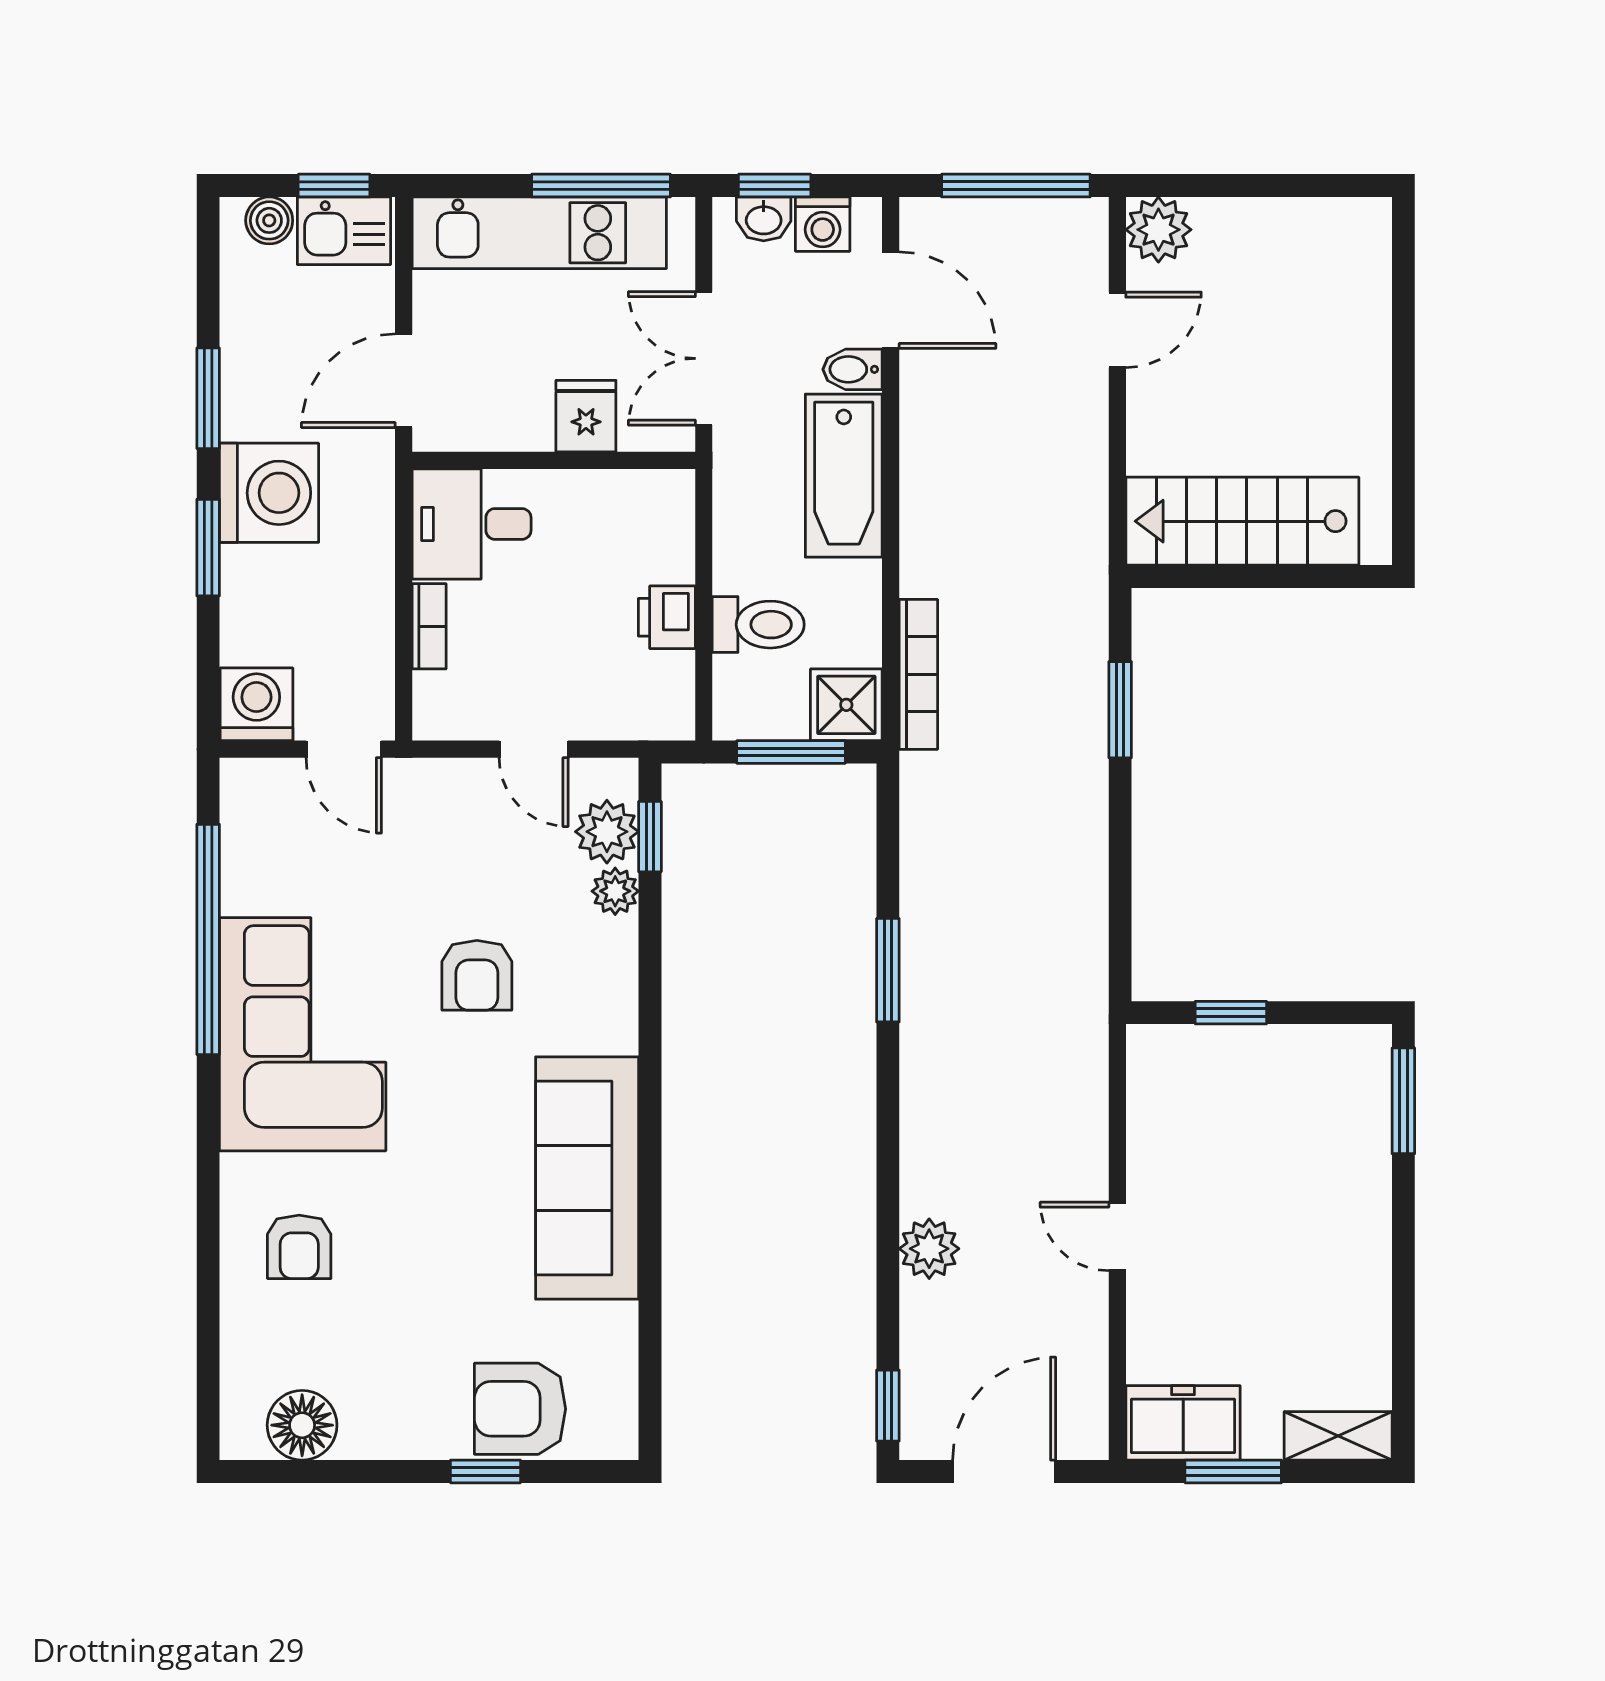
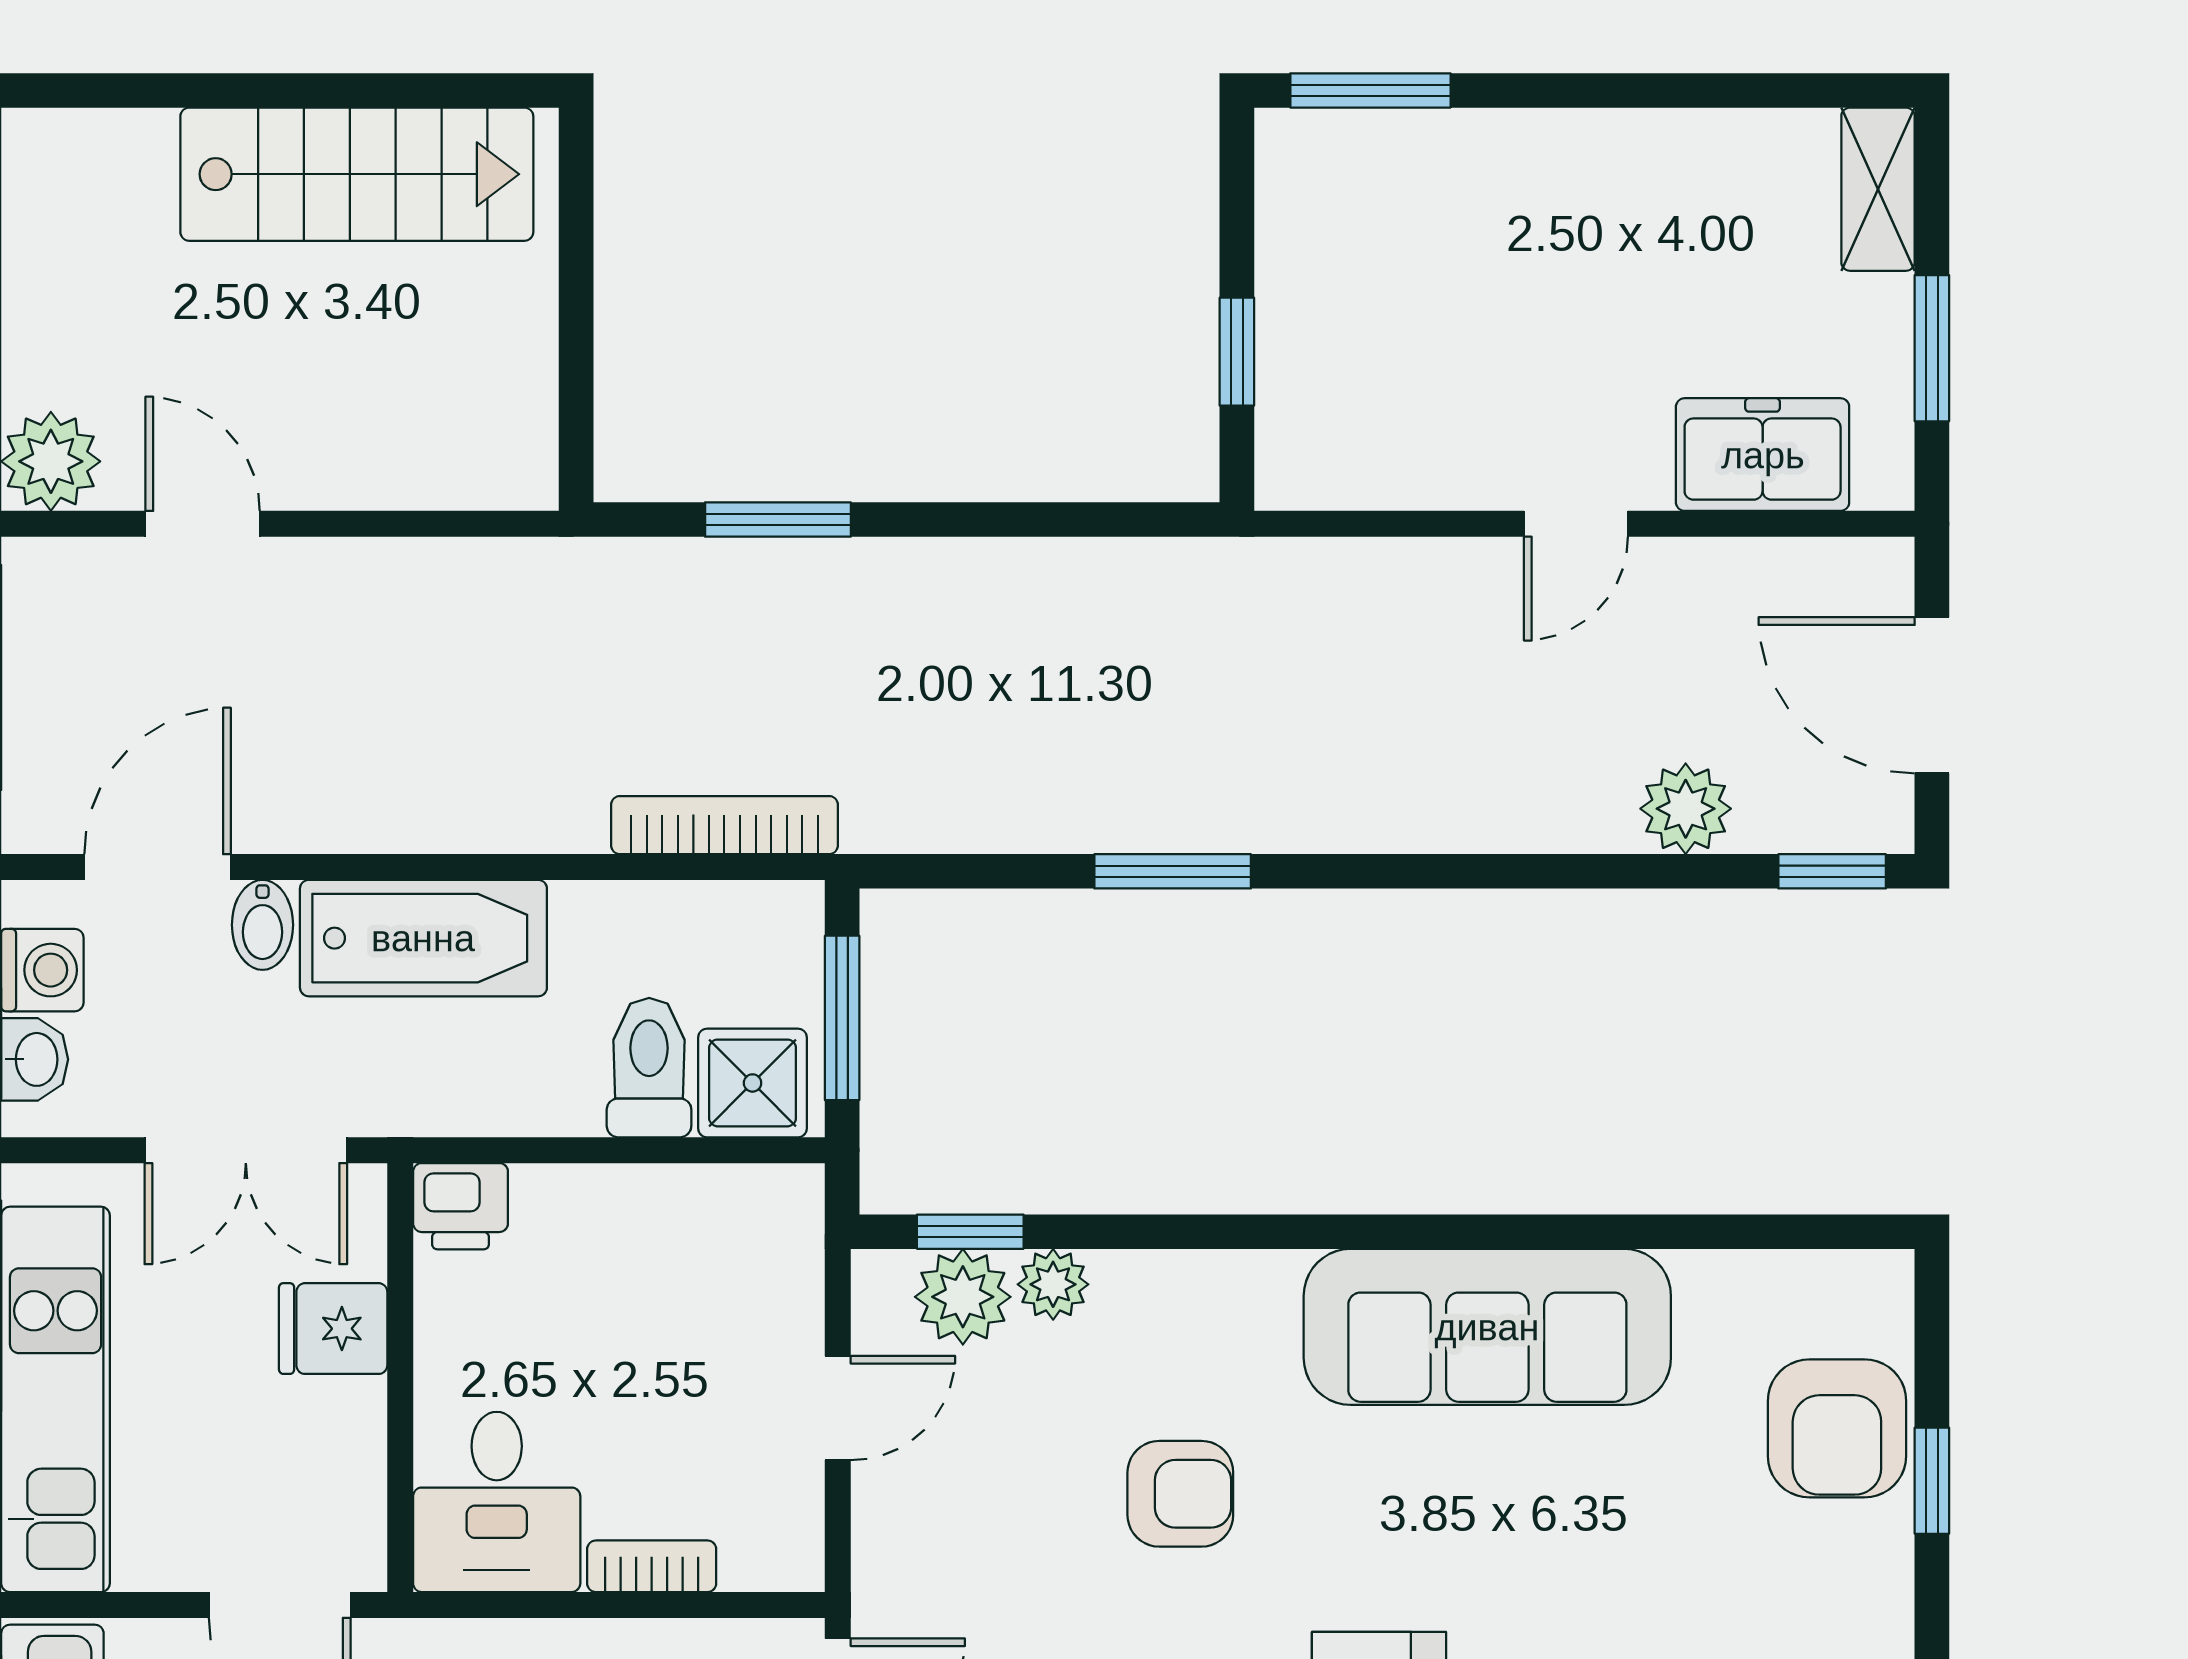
stairs: (1242, 521) -> (357, 174), moved, turned -90
printer: (667, 617) -> (461, 1206), moved
shower: (846, 705) -> (753, 1083), moved
plant: (929, 1249) -> (1686, 809), moved
freezer: (1183, 1423) -> (1763, 455), moved, turned 90

